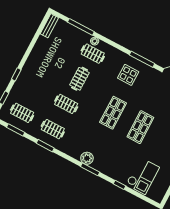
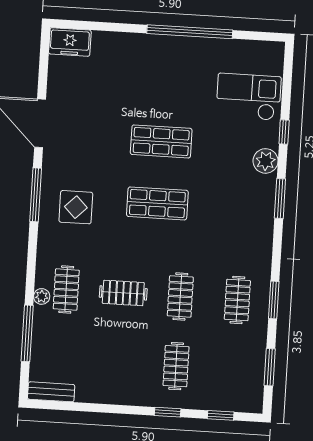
clothes rail: (22, 113) -> (176, 366), moved
plant: (87, 158) -> (266, 161), moved

